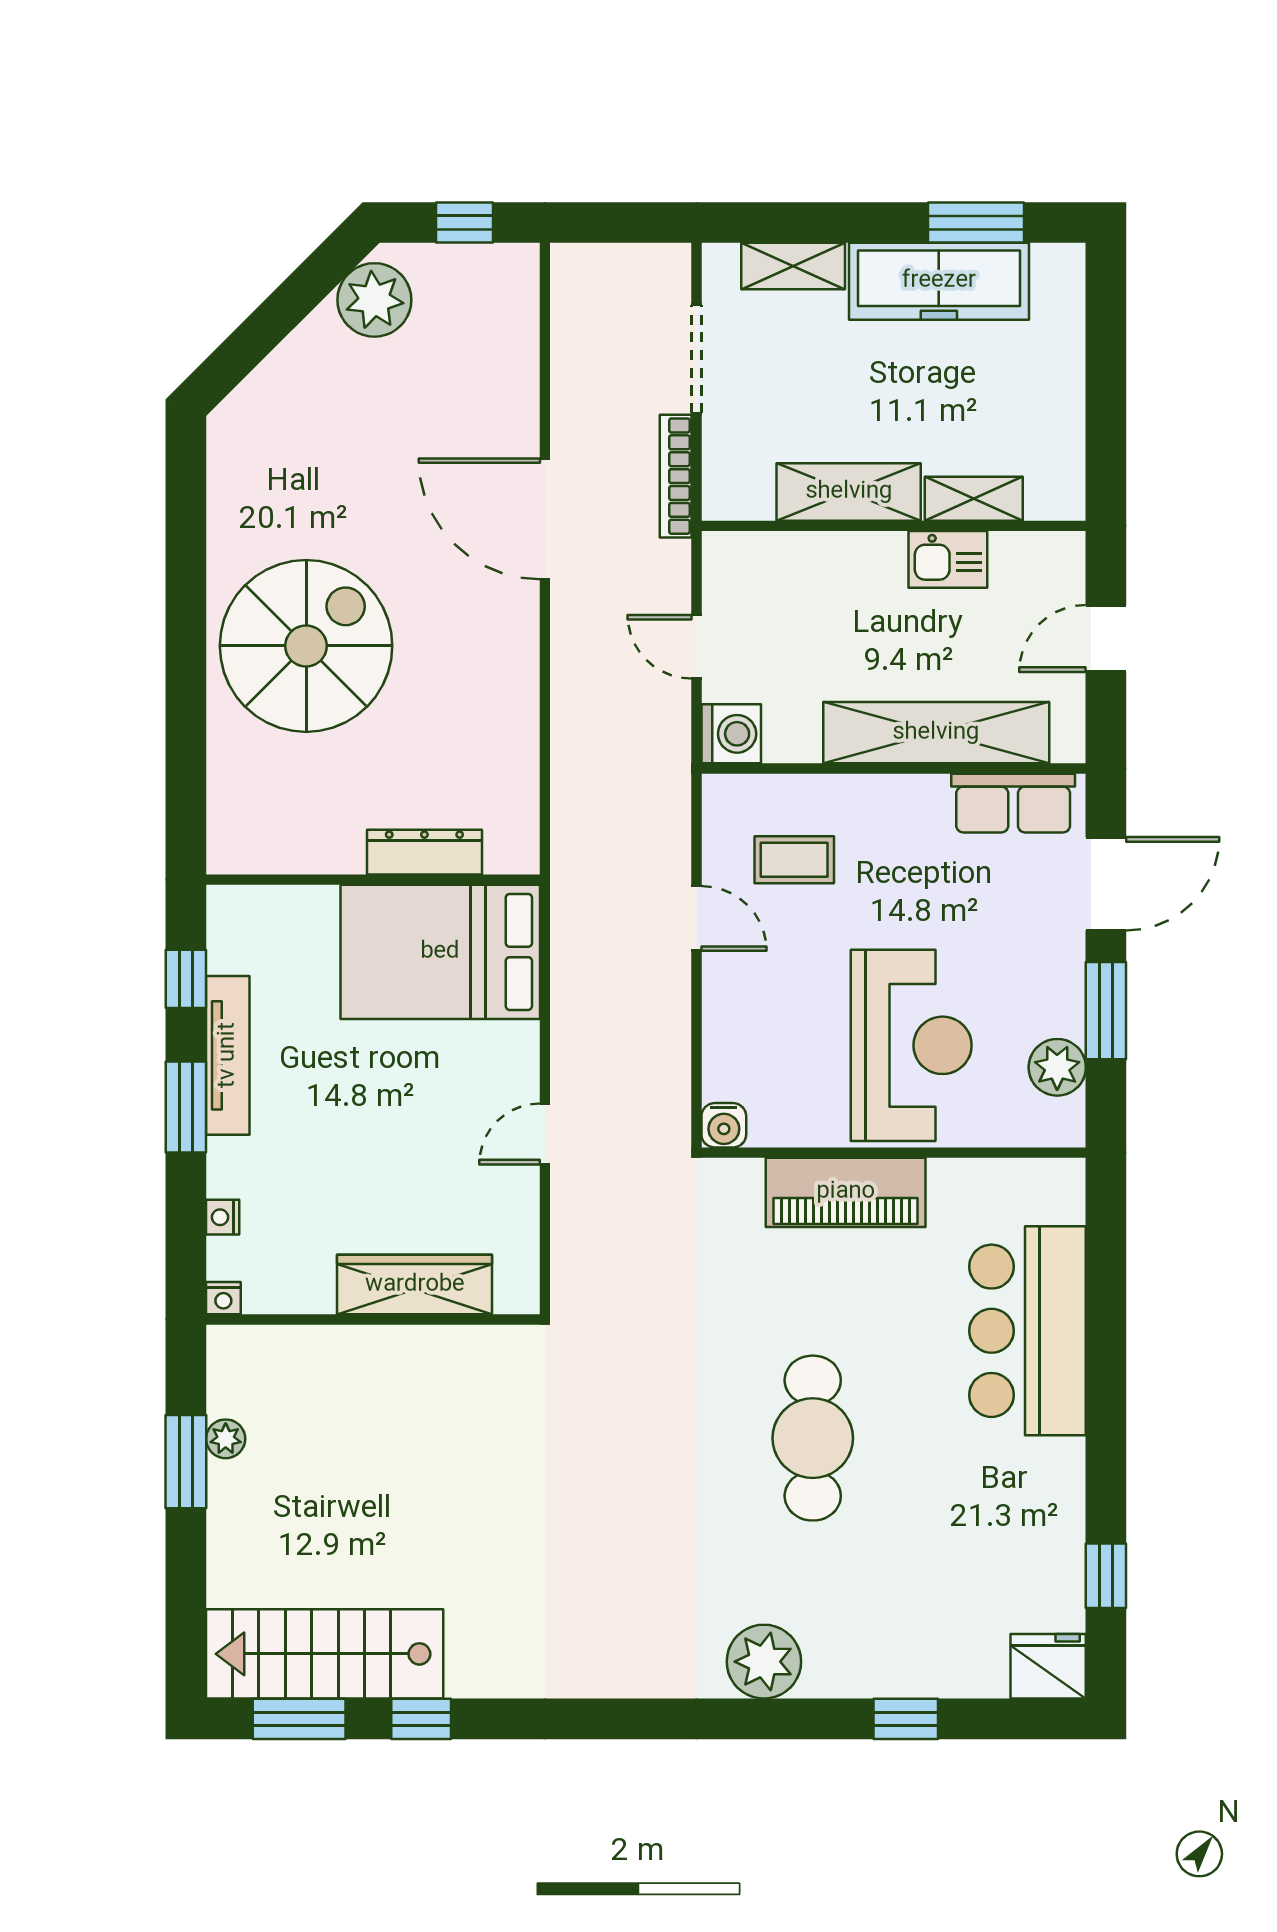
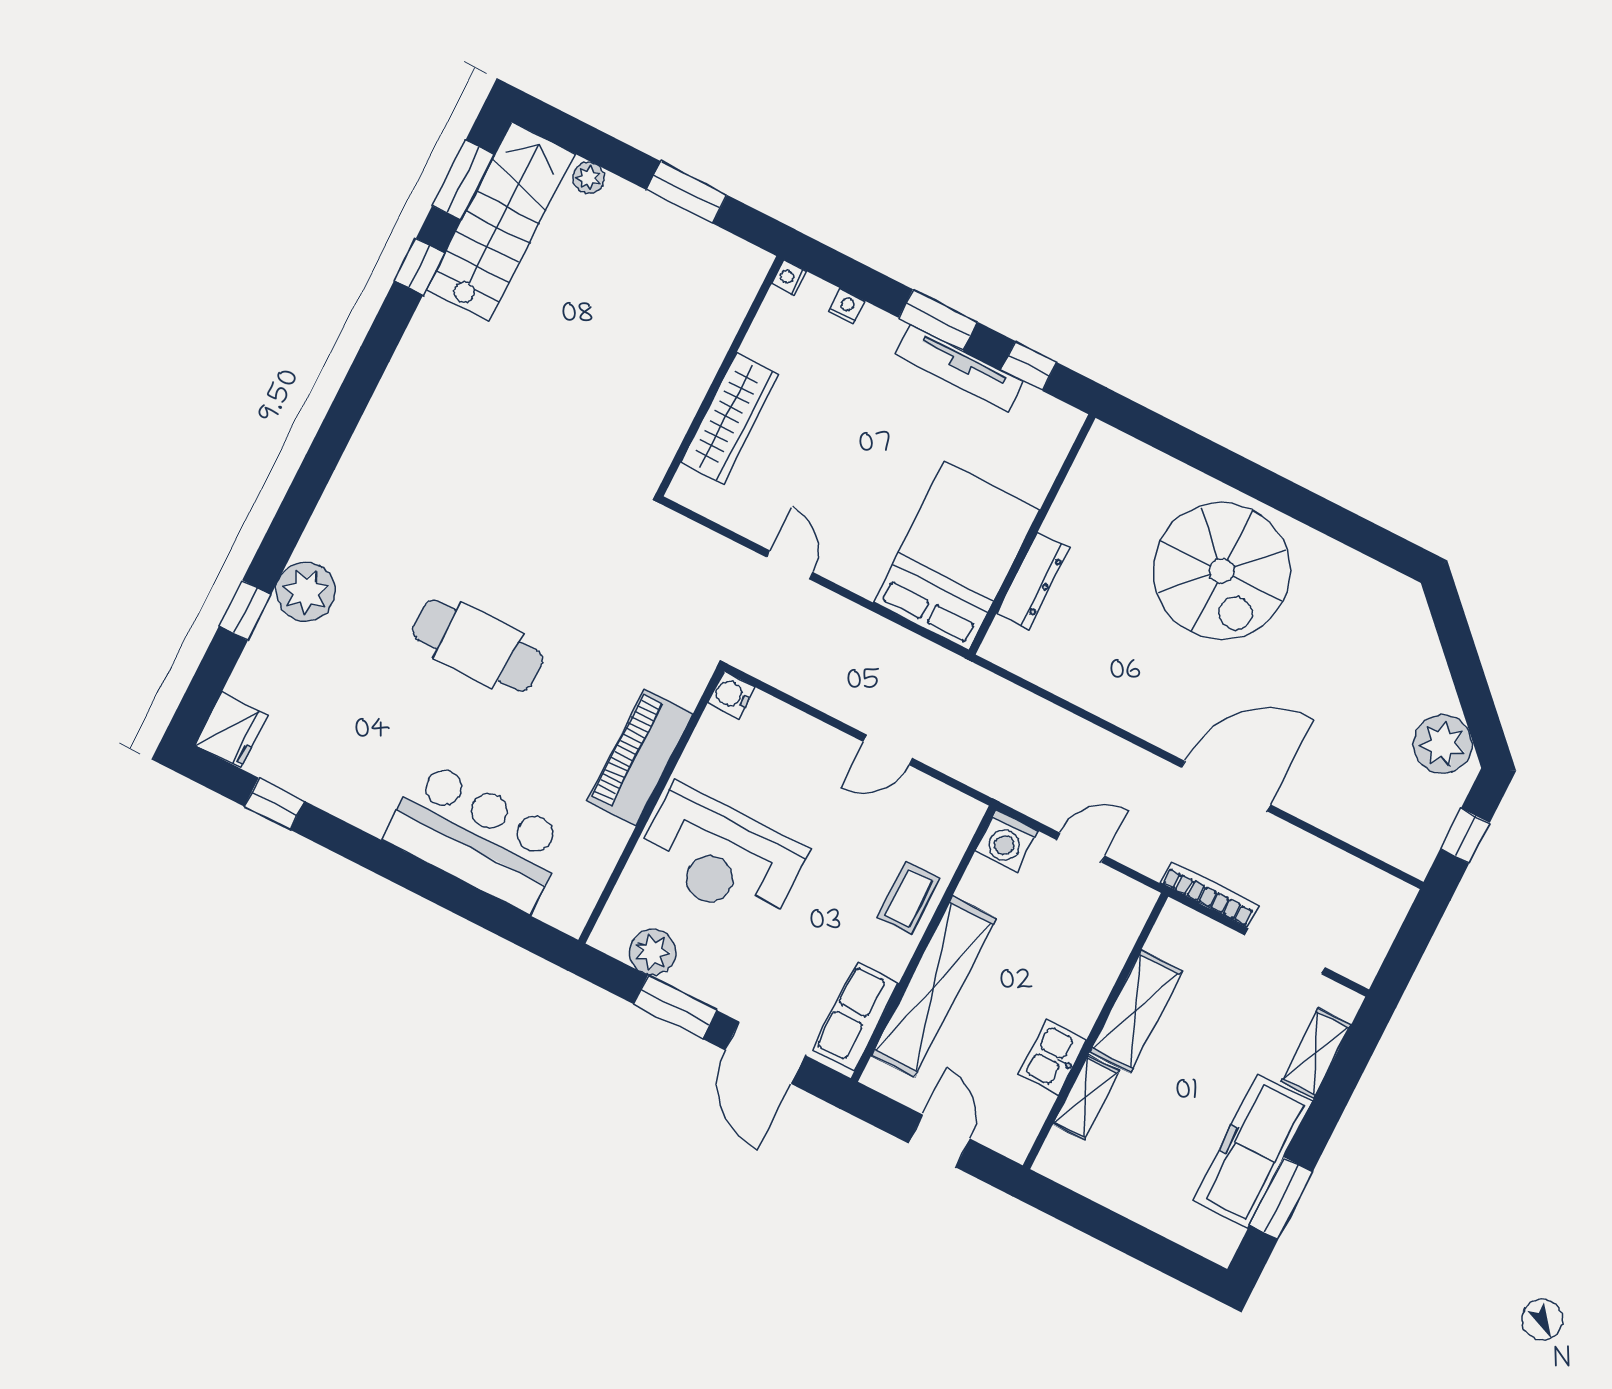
coffee table: (794, 860) -> (909, 898), moved
plant: (226, 1439) -> (589, 178), moved
plant: (764, 1662) -> (306, 592), moved

